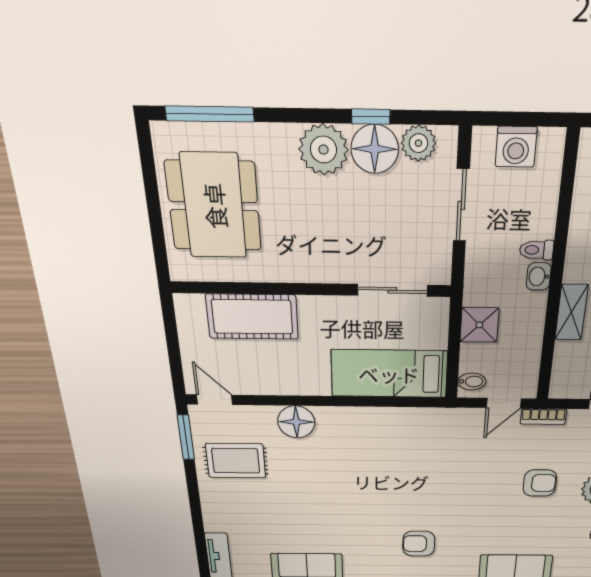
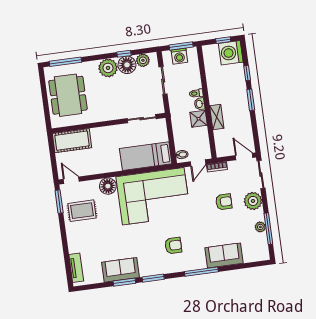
window: (527, 119) -> (181, 46), added
cot: (252, 317) -> (72, 141), moved
shower: (479, 325) -> (199, 119), moved
corner sofa: (393, 454) -> (153, 196), added
armchair: (419, 544) -> (173, 245), turned 180

